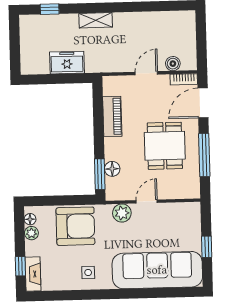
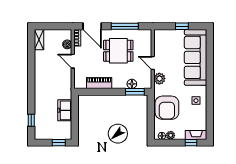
shelving: (96, 20) -> (39, 40), moved
window: (15, 54) -> (59, 143), added
armchair: (75, 226) -> (167, 108), turned 180

